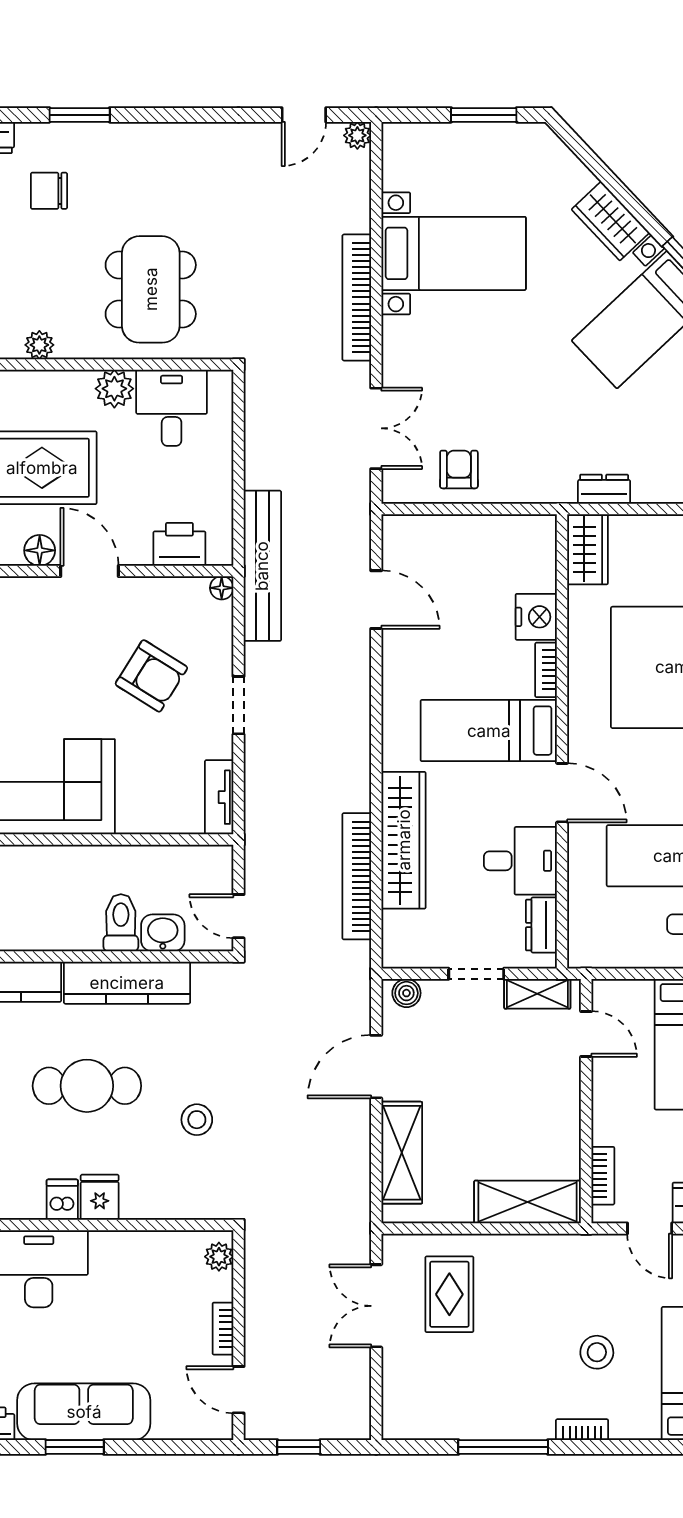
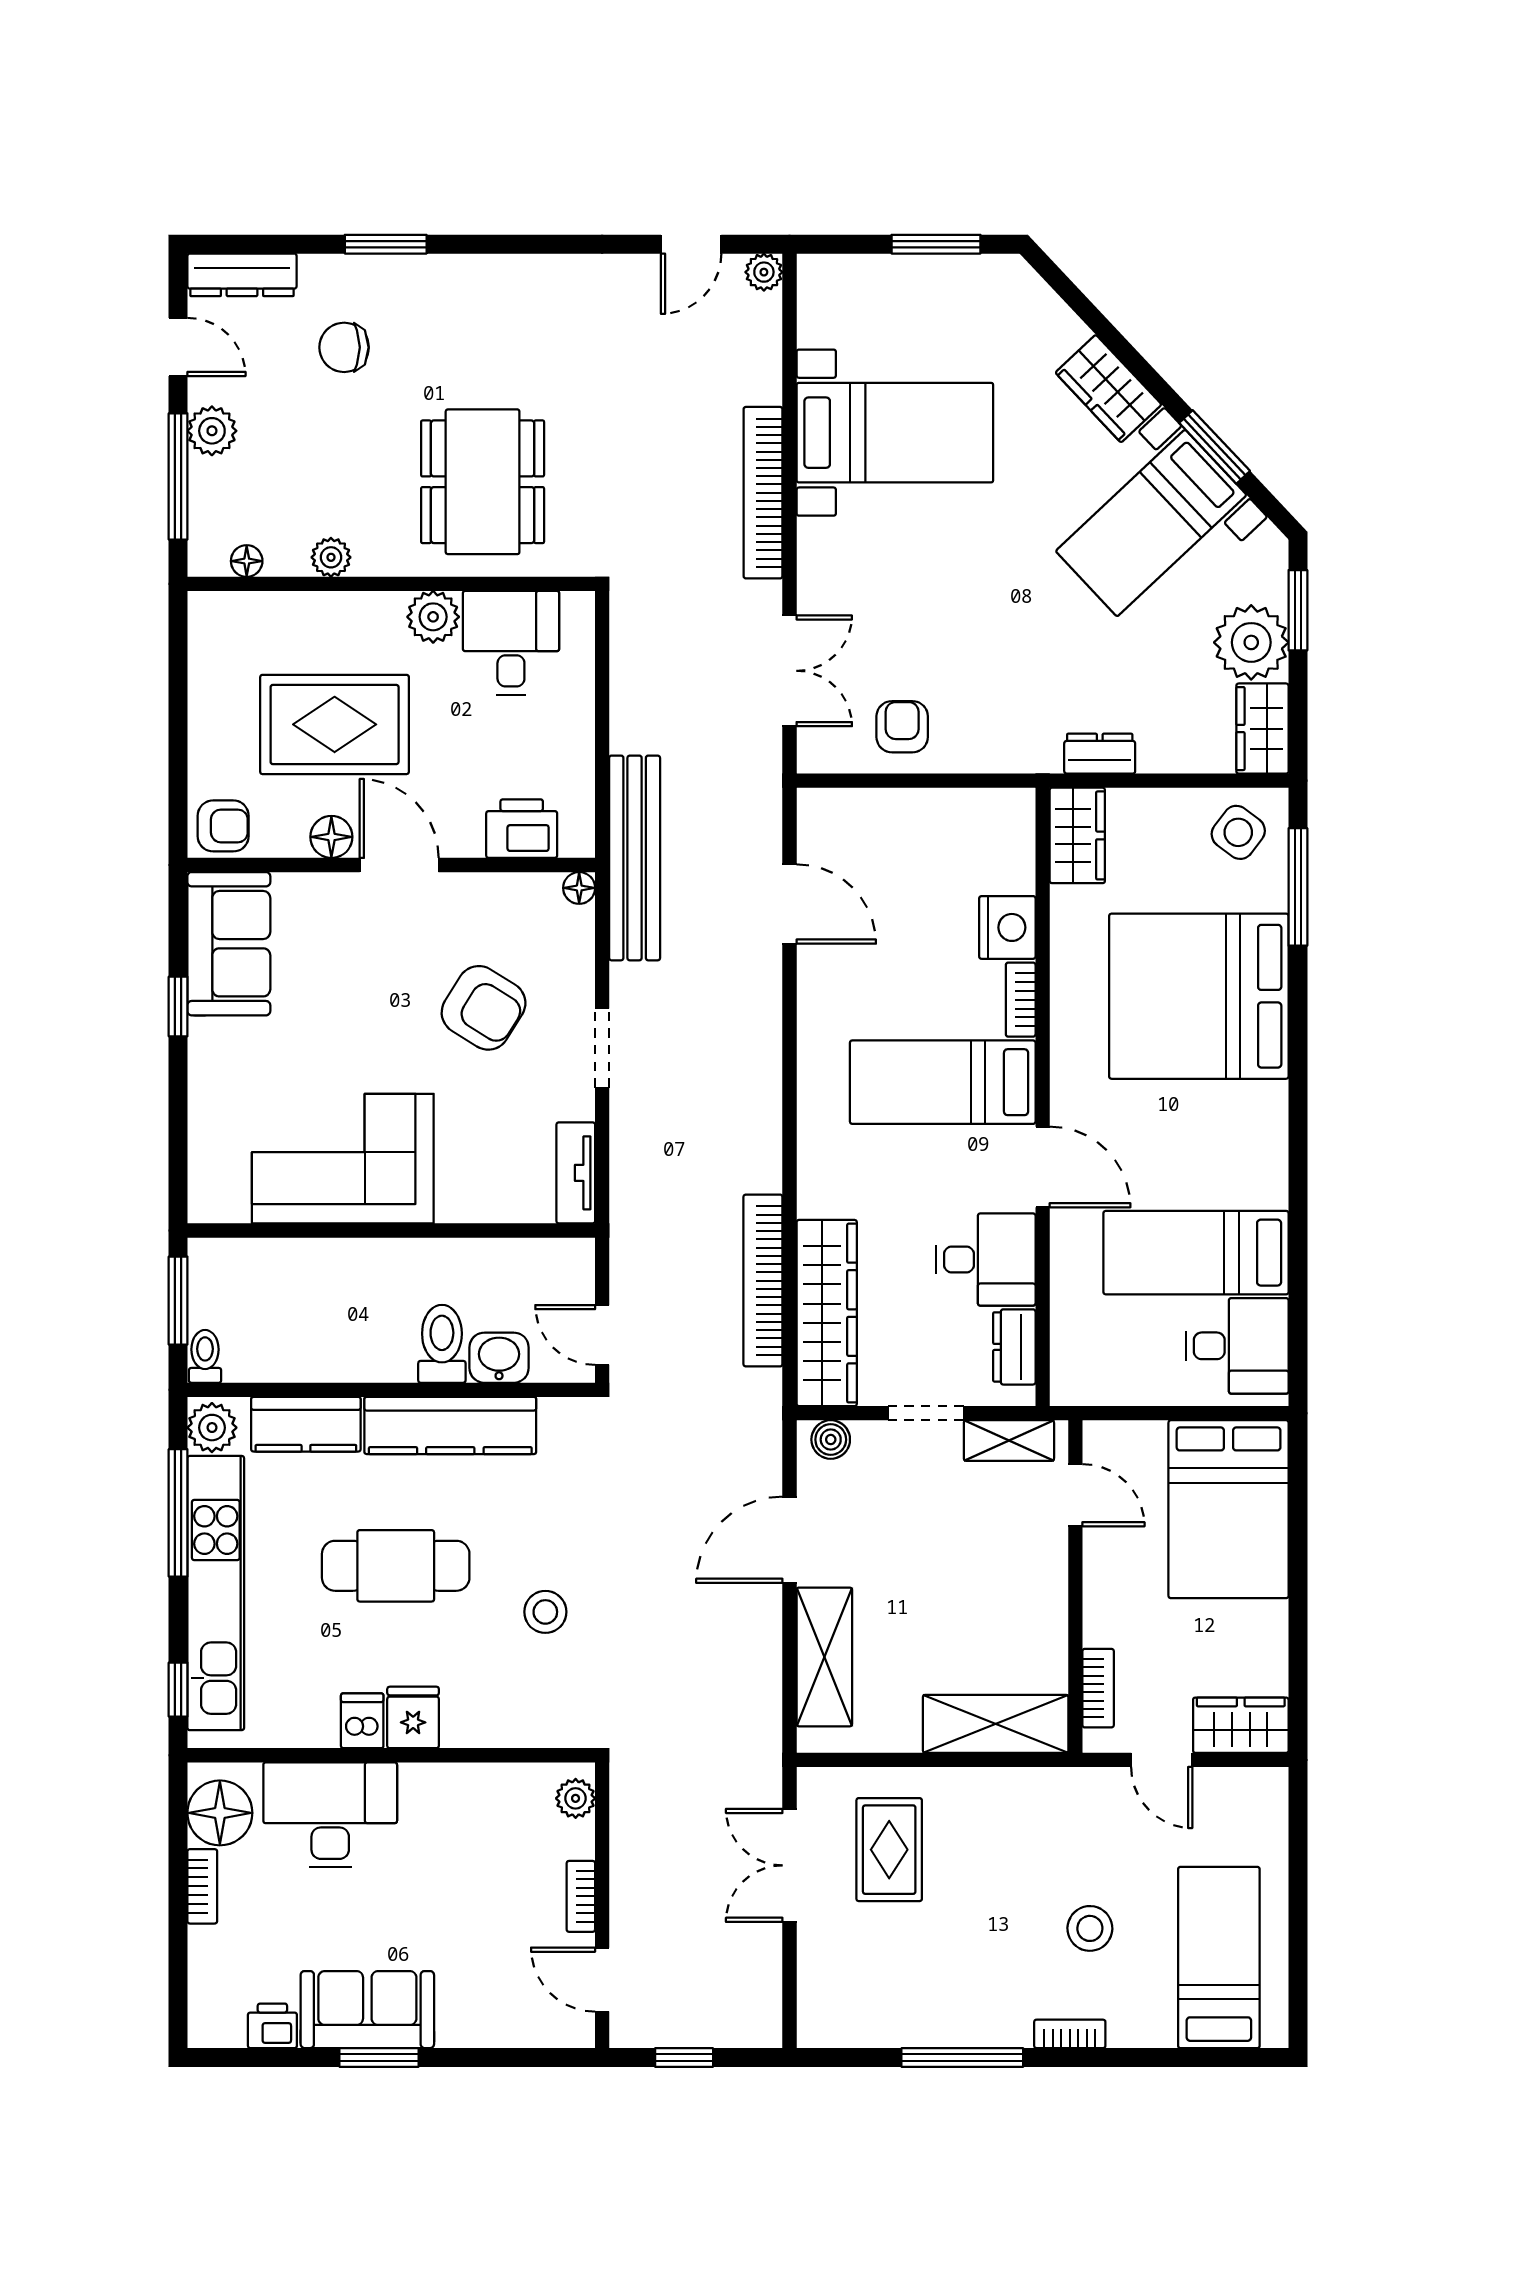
wardrobe: (404, 840) -> (827, 1313), moved
sofa: (84, 1412) -> (367, 2010), width x0.73

